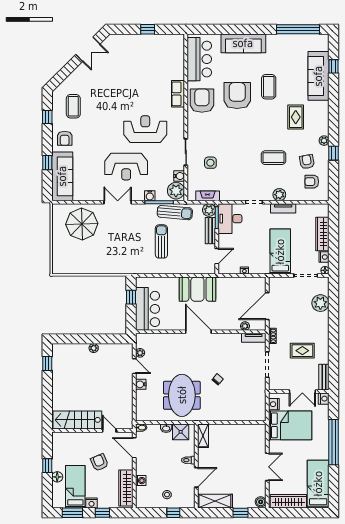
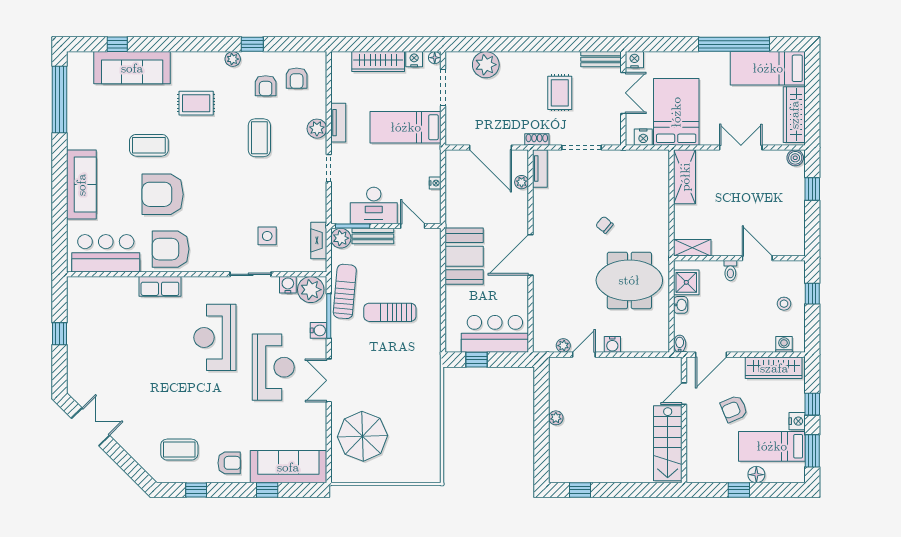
armchair: (307, 162) -> (266, 86), turned -80
desk: (230, 219) -> (374, 206), moved
window: (334, 442) -> (734, 44), moved
washing machine: (141, 481) -> (784, 344), moved
shelving: (215, 501) -> (685, 177), moved

